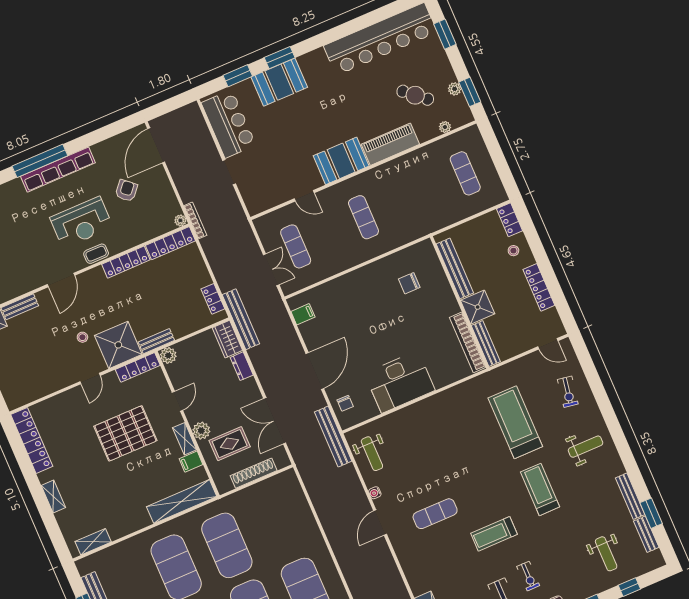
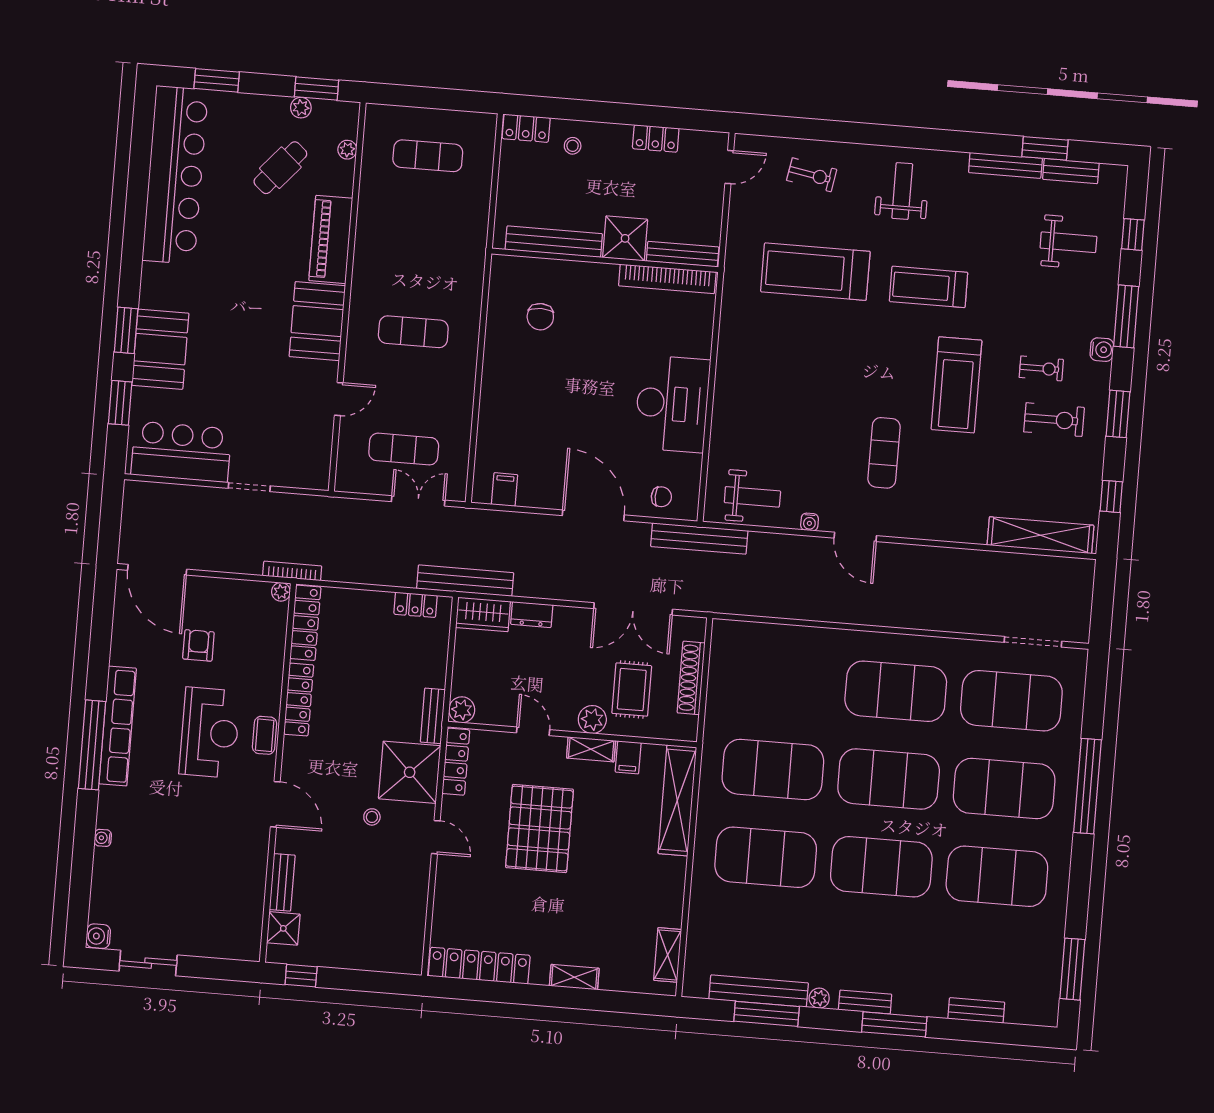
armchair: (126, 191) -> (198, 645), turned 49
locker: (539, 287) -> (656, 138), width x0.66
treadmill: (494, 534) -> (956, 385), width x1.37, depth x1.38

